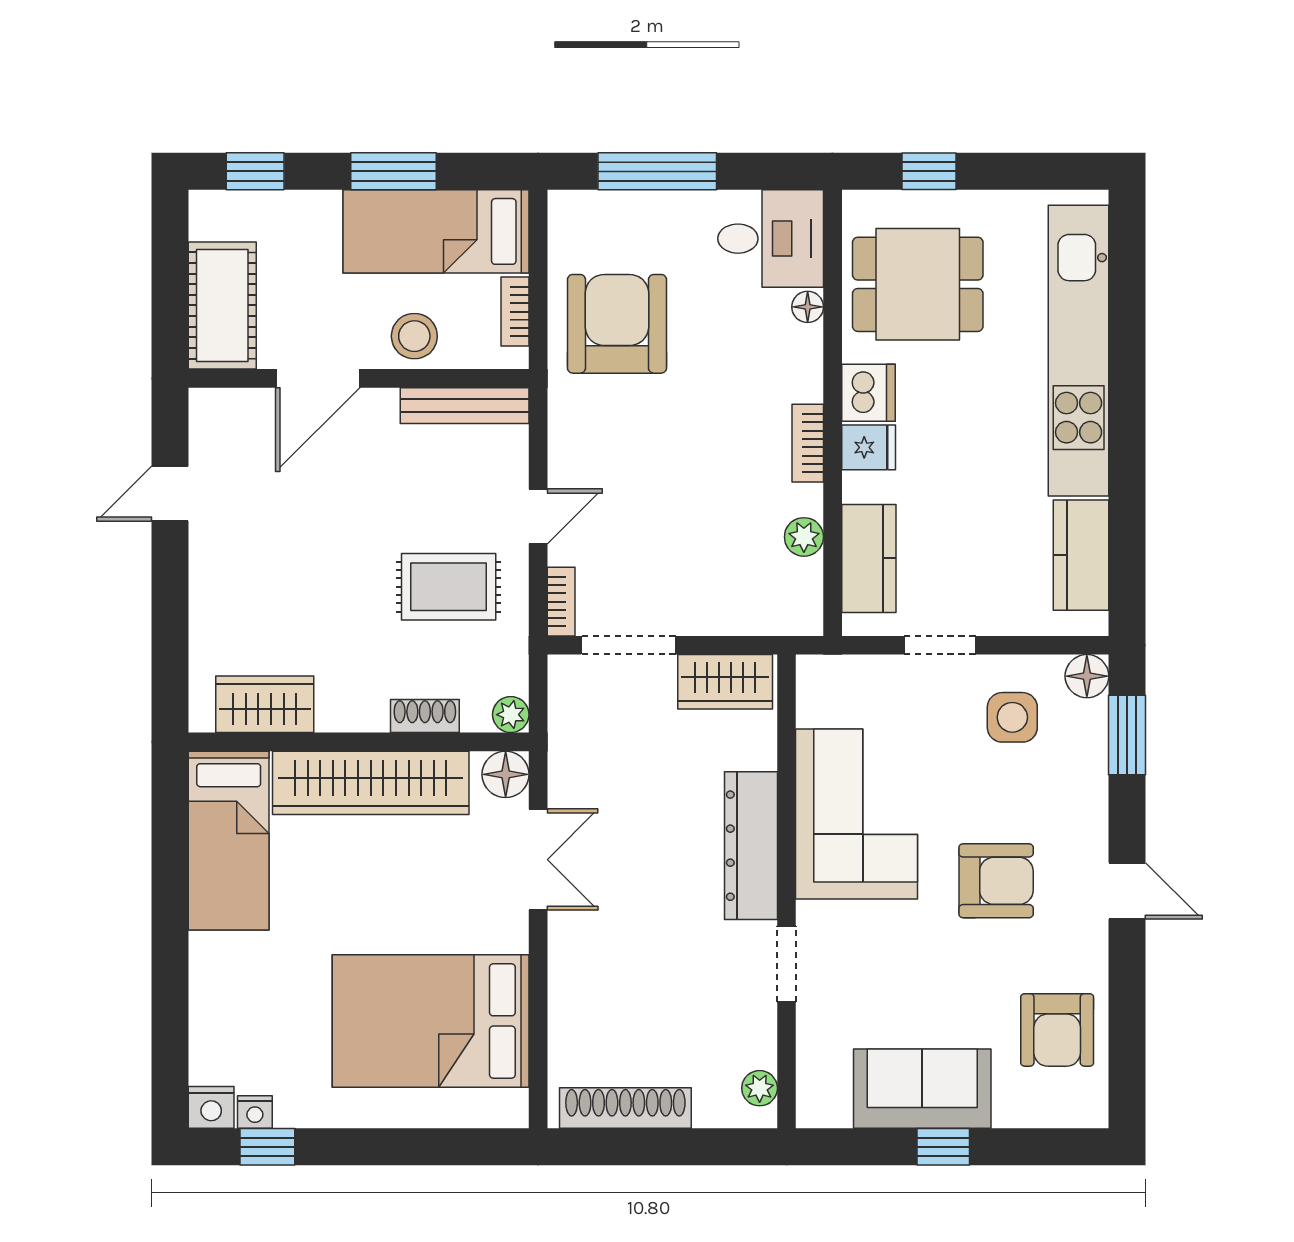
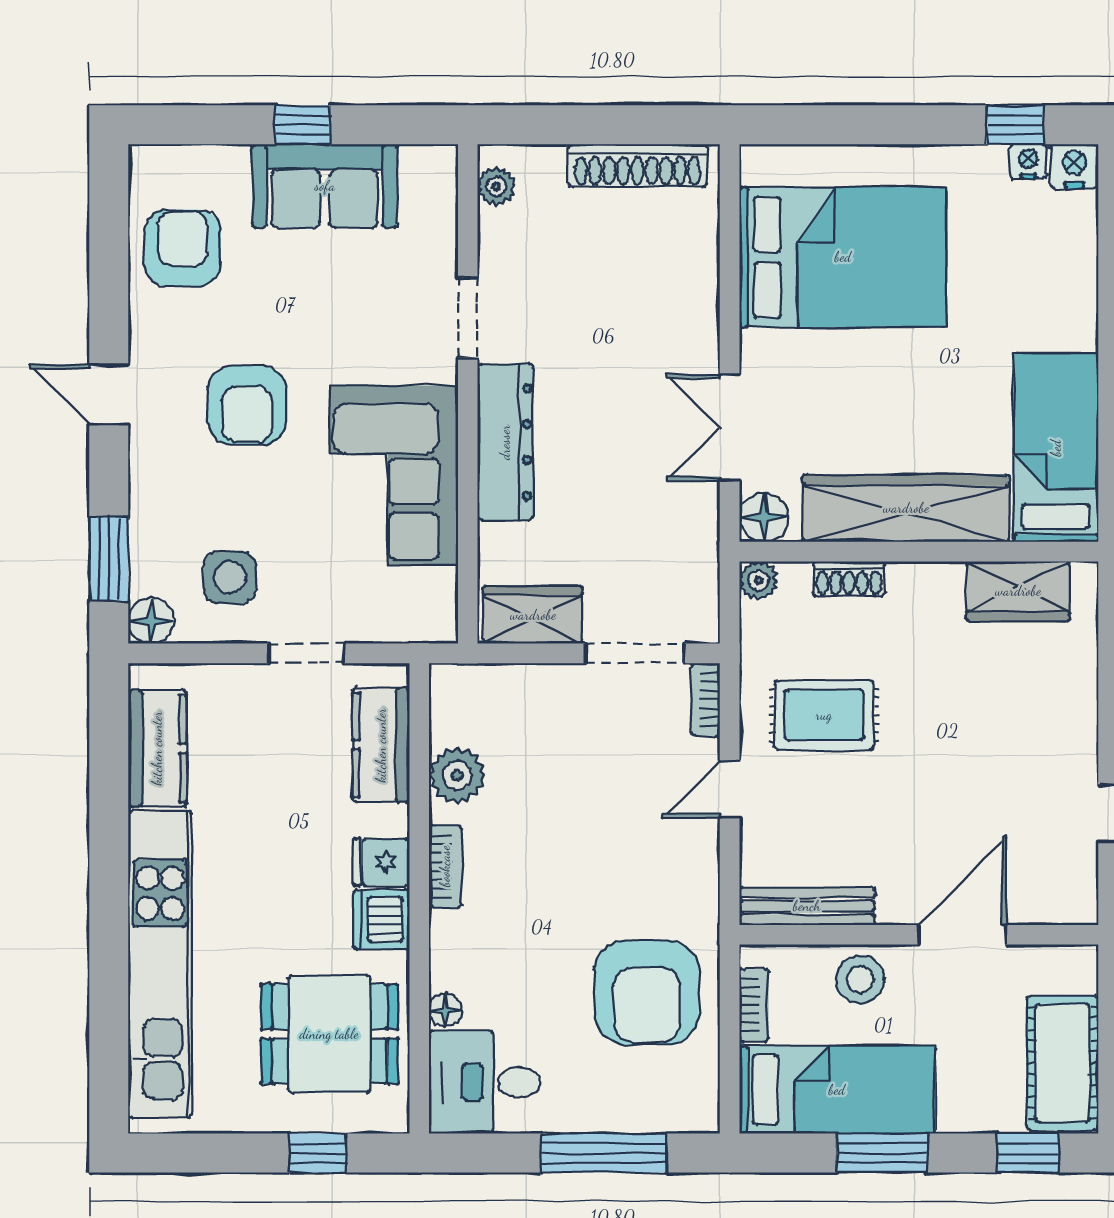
cot: (222, 305) -> (1063, 1063), moved
plant: (804, 537) -> (457, 775), width x1.38, depth x1.38
armchair: (996, 881) -> (247, 405), turned -90

